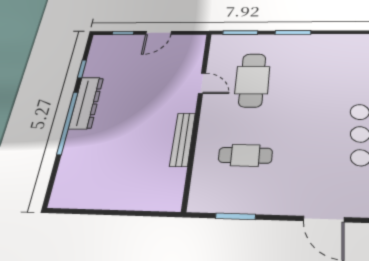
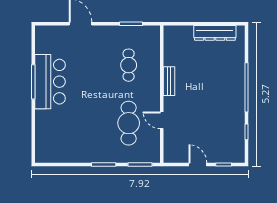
door: (159, 33) -> (198, 165), hinge flipped
dresser: (86, 103) -> (215, 33), moved, turned -90
bench: (183, 139) -> (169, 81), width x0.73
cafe table: (245, 155) -> (129, 65), turned 90

